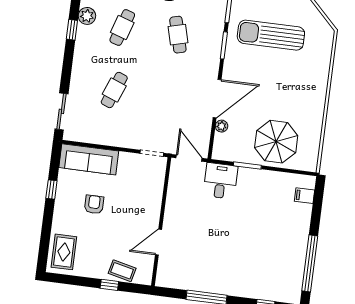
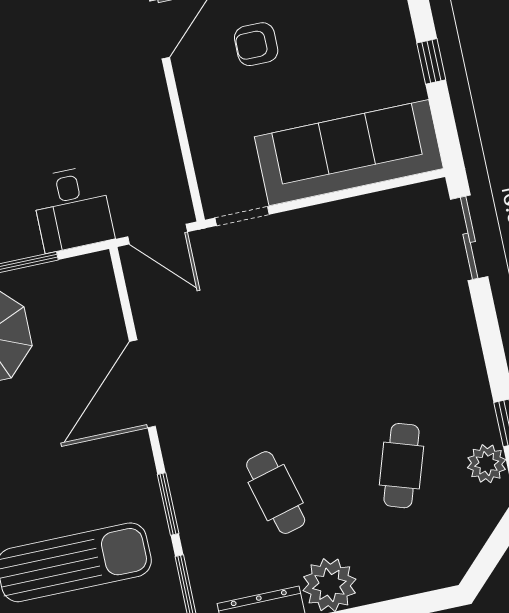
cafe table: (114, 90) -> (371, 324), removed
plant: (222, 126) -> (112, 328), removed
sofa: (89, 159) -> (349, 153), width x1.36, depth x1.27
armchair: (94, 204) -> (256, 44), moved, turned 90

